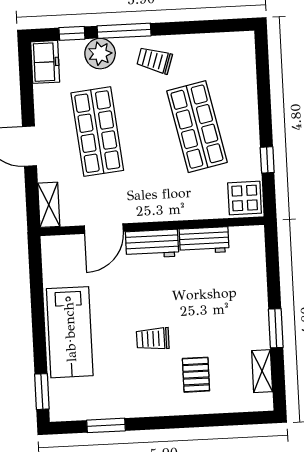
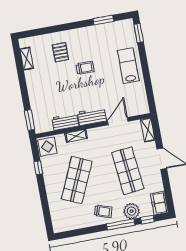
shop shelf: (197, 127) -> (77, 180), turned 36
shelving: (187, 211) -> (76, 136), added
window: (276, 328) -> (30, 120), moved
lab bench: (70, 332) -> (128, 66), width x0.73, depth x0.72

